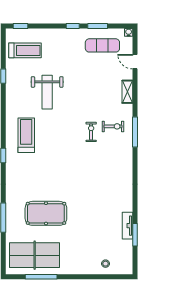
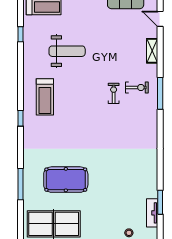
weight bench: (47, 92) -> (67, 51), turned -90
treadmill: (26, 135) -> (45, 97), turned 180
tv unit: (127, 226) -> (152, 213), moved

